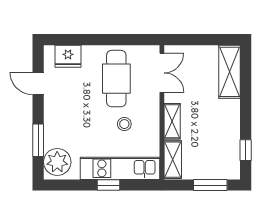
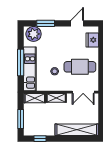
shelving: (229, 72) -> (77, 130), width x1.47
window: (109, 185) -> (21, 62), width x2.17

